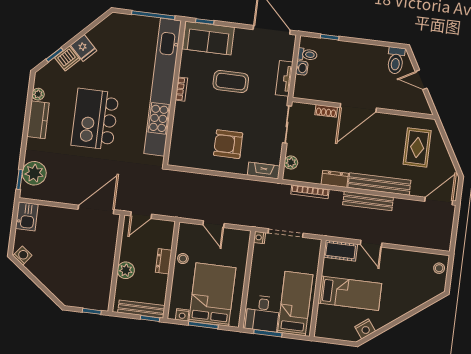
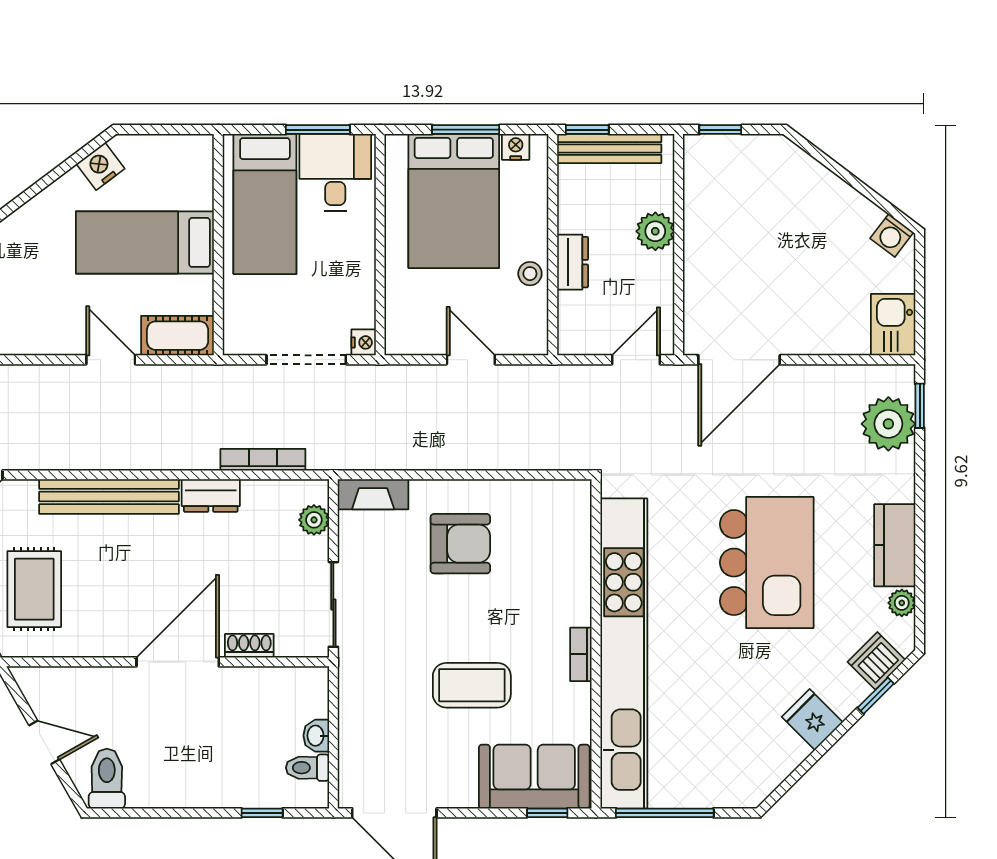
dishwasher: (67, 59) -> (876, 661), moved
tv unit: (284, 78) -> (353, 707), removed
bench: (368, 201) -> (130, 455), removed

